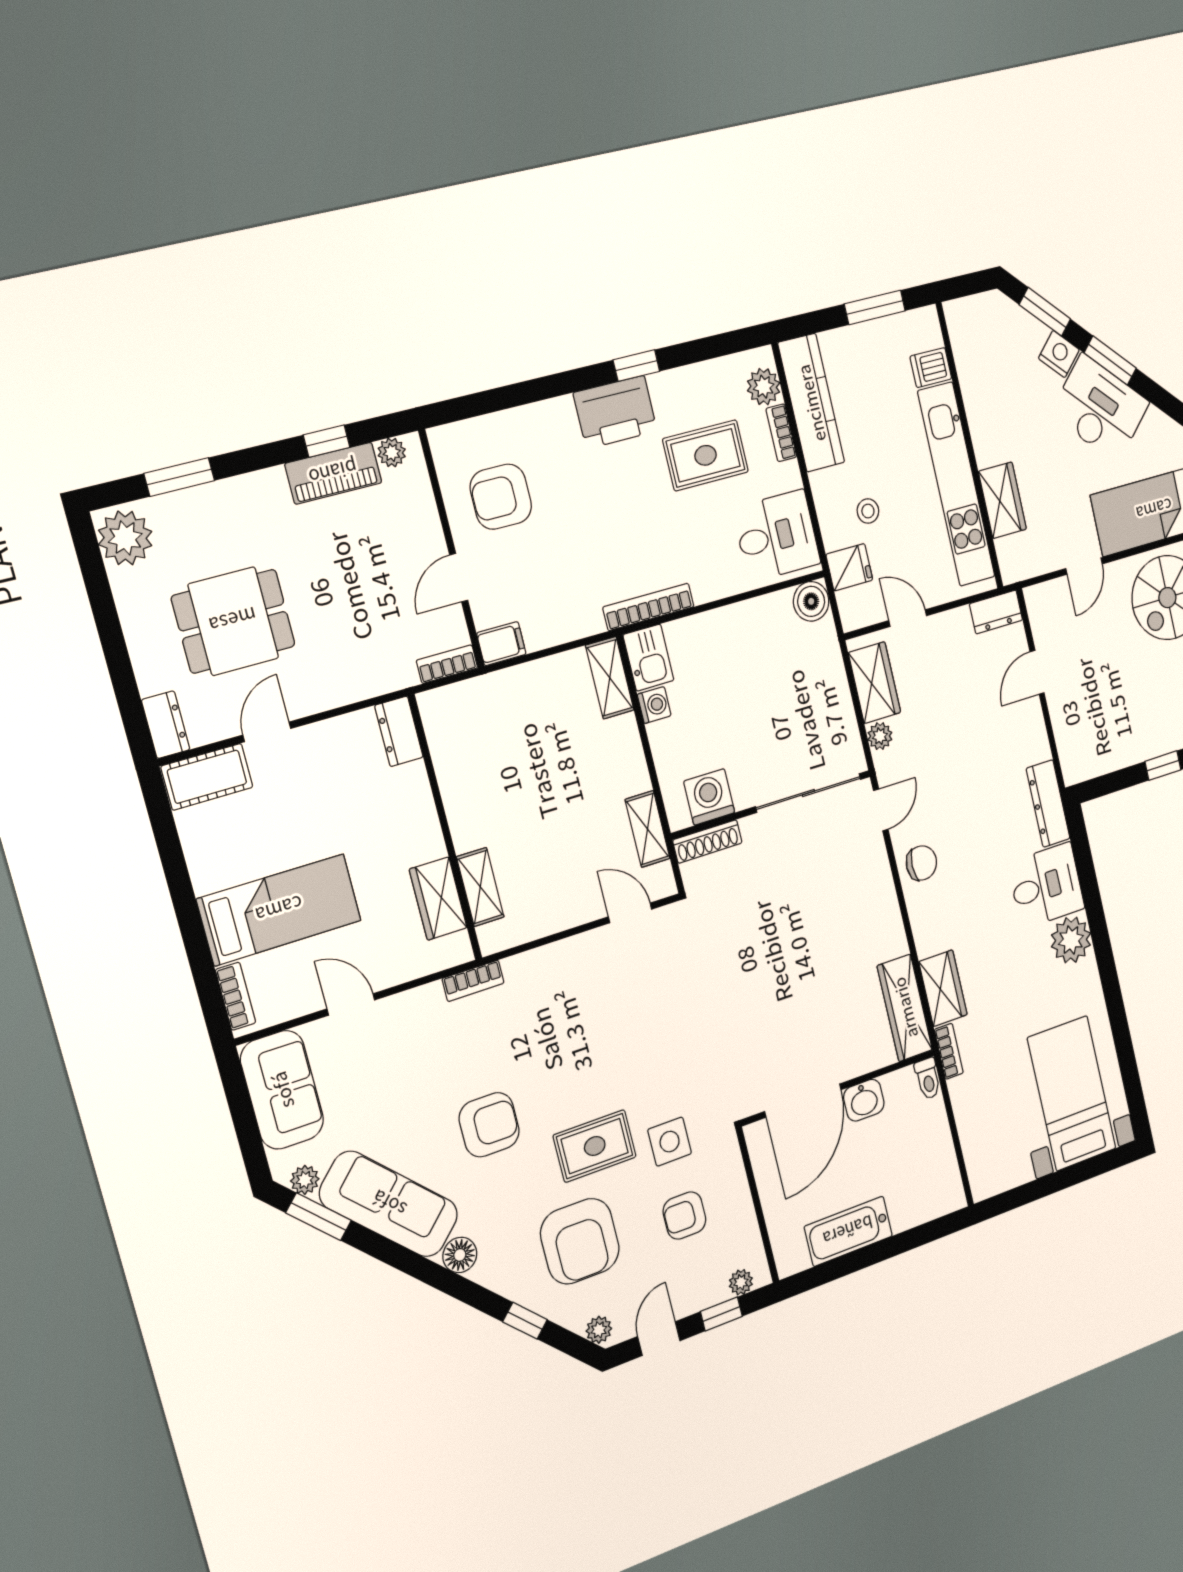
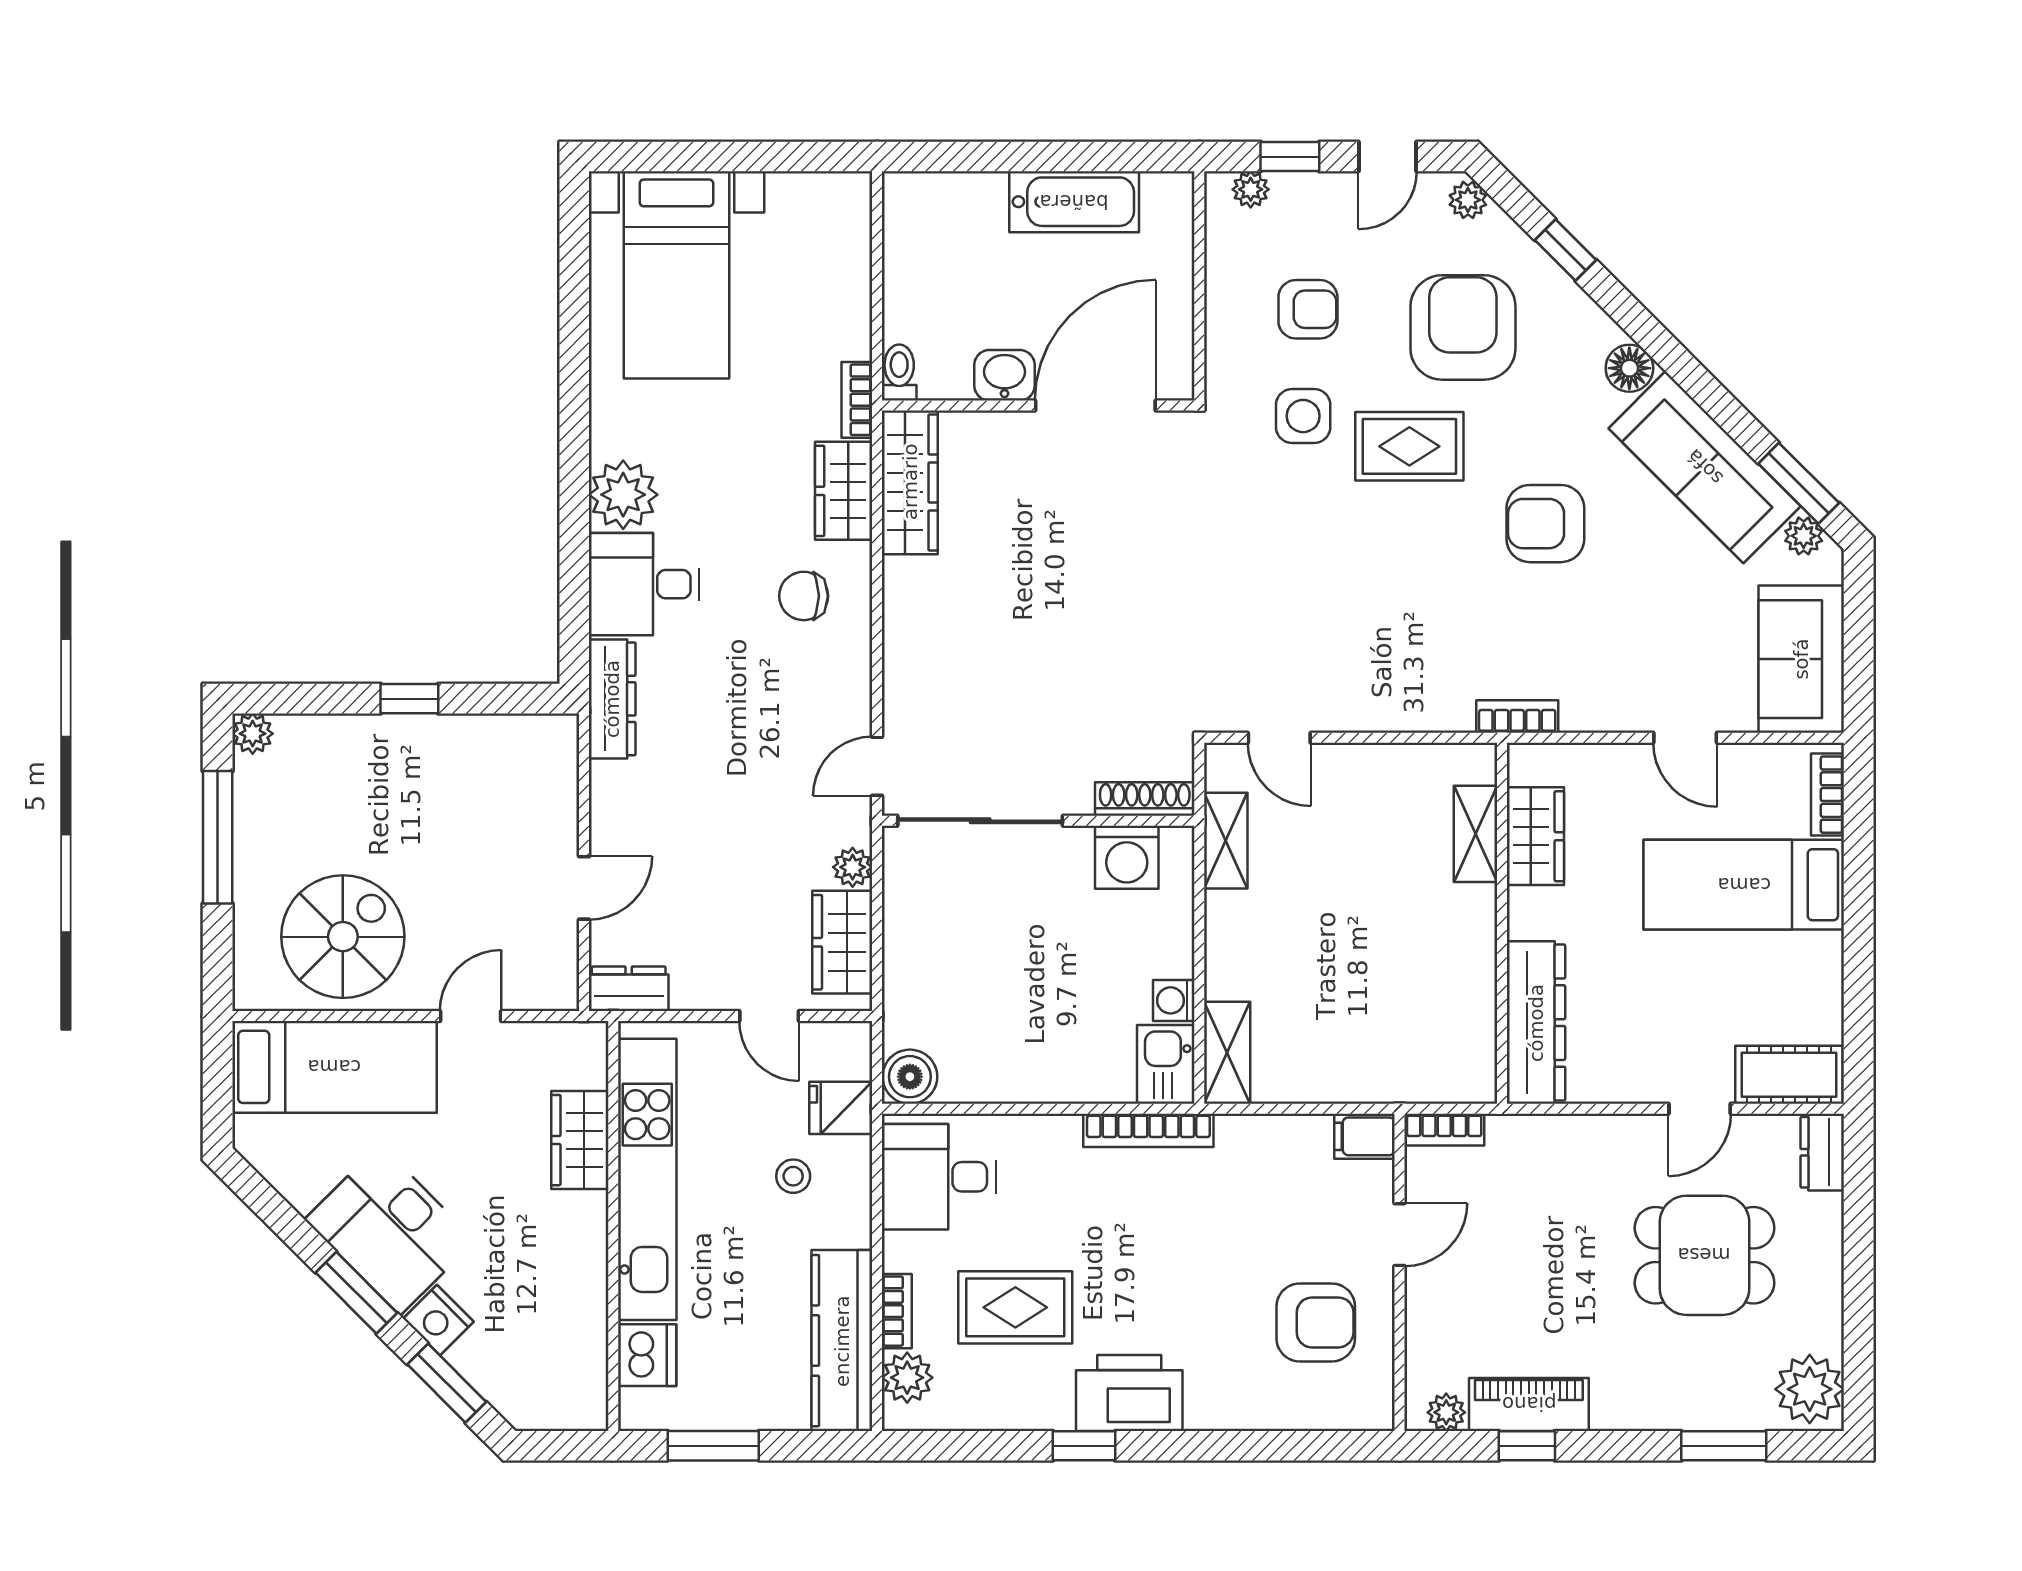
dishwasher: (931, 368) -> (647, 1355), width x1.38
dresser: (399, 731) -> (1536, 1023), width x1.96, depth x1.24
chair: (921, 863) -> (804, 596), moved

